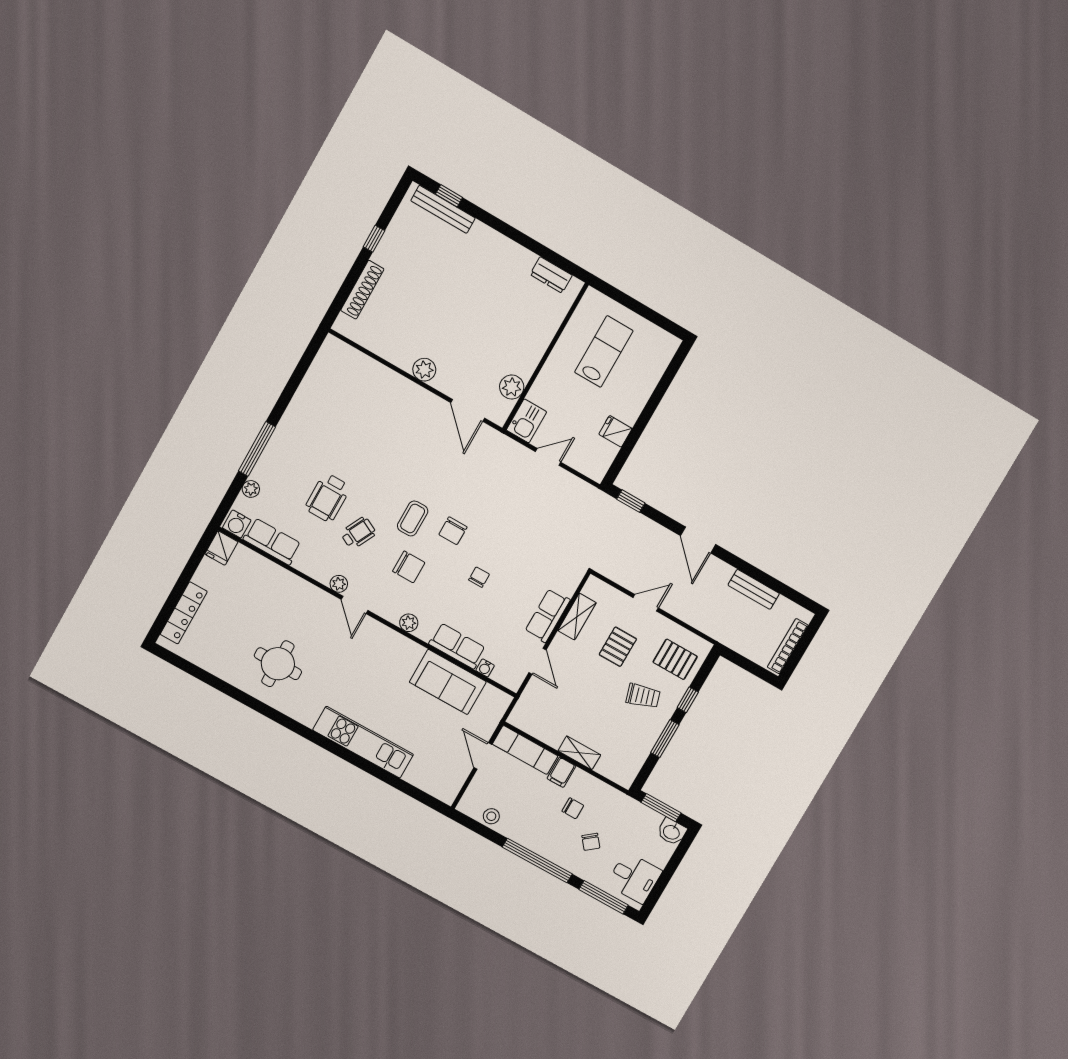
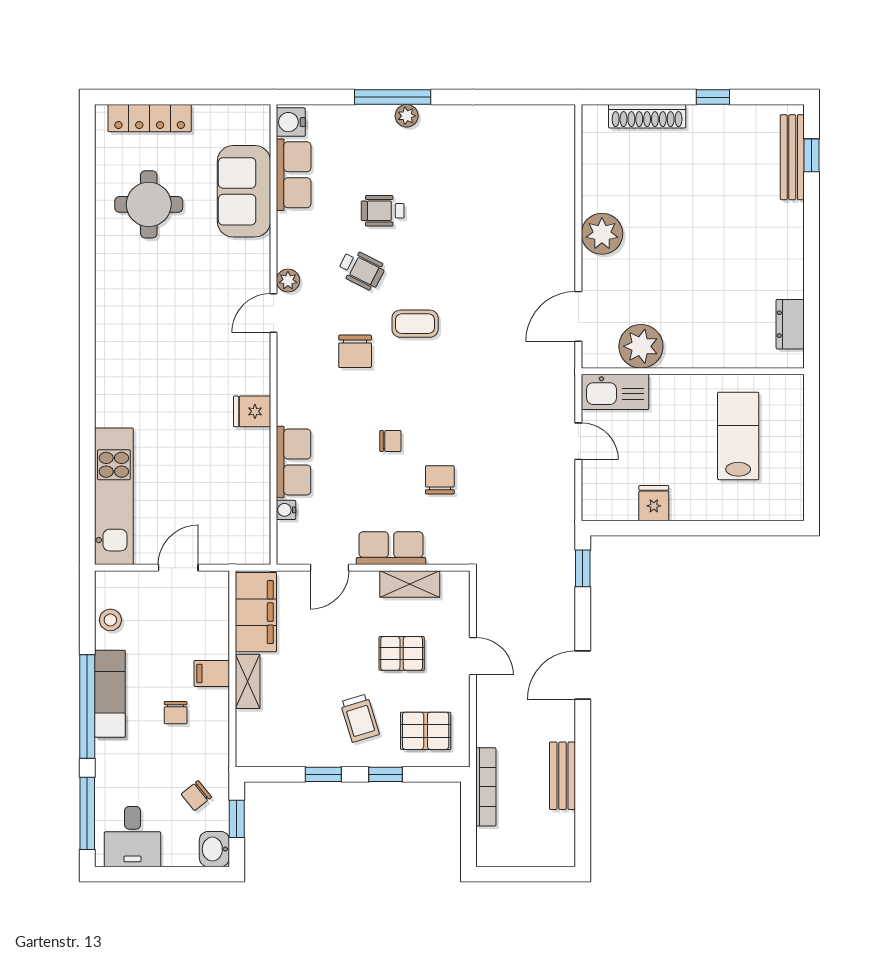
lab bench: (604, 351) -> (738, 436), turned -90
plant: (424, 370) -> (602, 234), width x1.36, depth x1.36
plant: (512, 387) -> (641, 346), width x1.36, depth x1.36
kitchen sink: (526, 421) -> (615, 392), width x1.38
plant: (251, 489) -> (407, 116), moved
wheelchair: (328, 498) -> (383, 211), width x0.73, depth x0.73
chair: (453, 531) -> (440, 480), moved, turned 90
fridge: (221, 548) -> (252, 411), moved
plant: (409, 623) -> (289, 389), removed
bookcase: (788, 646) -> (486, 787), moved, turned 90
pallet: (675, 659) -> (426, 731), turned 90
round table: (278, 664) -> (149, 204), moved
sofa: (448, 682) -> (244, 191), moved
filing cabinet: (539, 723) -> (256, 612), added
window: (665, 739) -> (323, 774), width x0.67
kitchen unit: (363, 742) -> (114, 496), moved
exam couch: (525, 750) -> (110, 694), moved, turned 180
window: (661, 808) -> (237, 819), width x0.67
chair: (591, 842) -> (196, 796), moved

